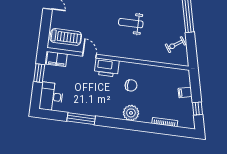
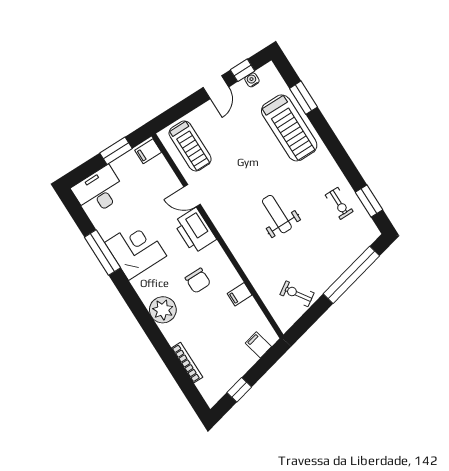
door: (89, 55) -> (192, 196), swing flipped
filing cabinet: (57, 59) -> (148, 151), width x0.50
filing cabinet: (153, 71) -> (240, 294), added
filing cabinet: (185, 92) -> (258, 345), moved
corner desk: (92, 102) -> (136, 249), added

